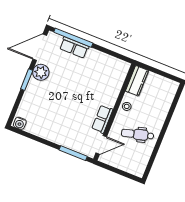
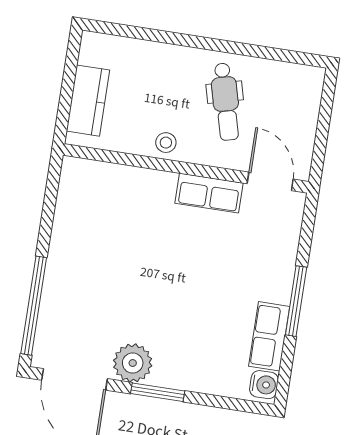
row of seats: (74, 47) -> (269, 336), moved, turned 180
kitchen counter: (137, 81) -> (88, 101), moved, turned 90
window: (73, 153) -> (296, 301), moved

